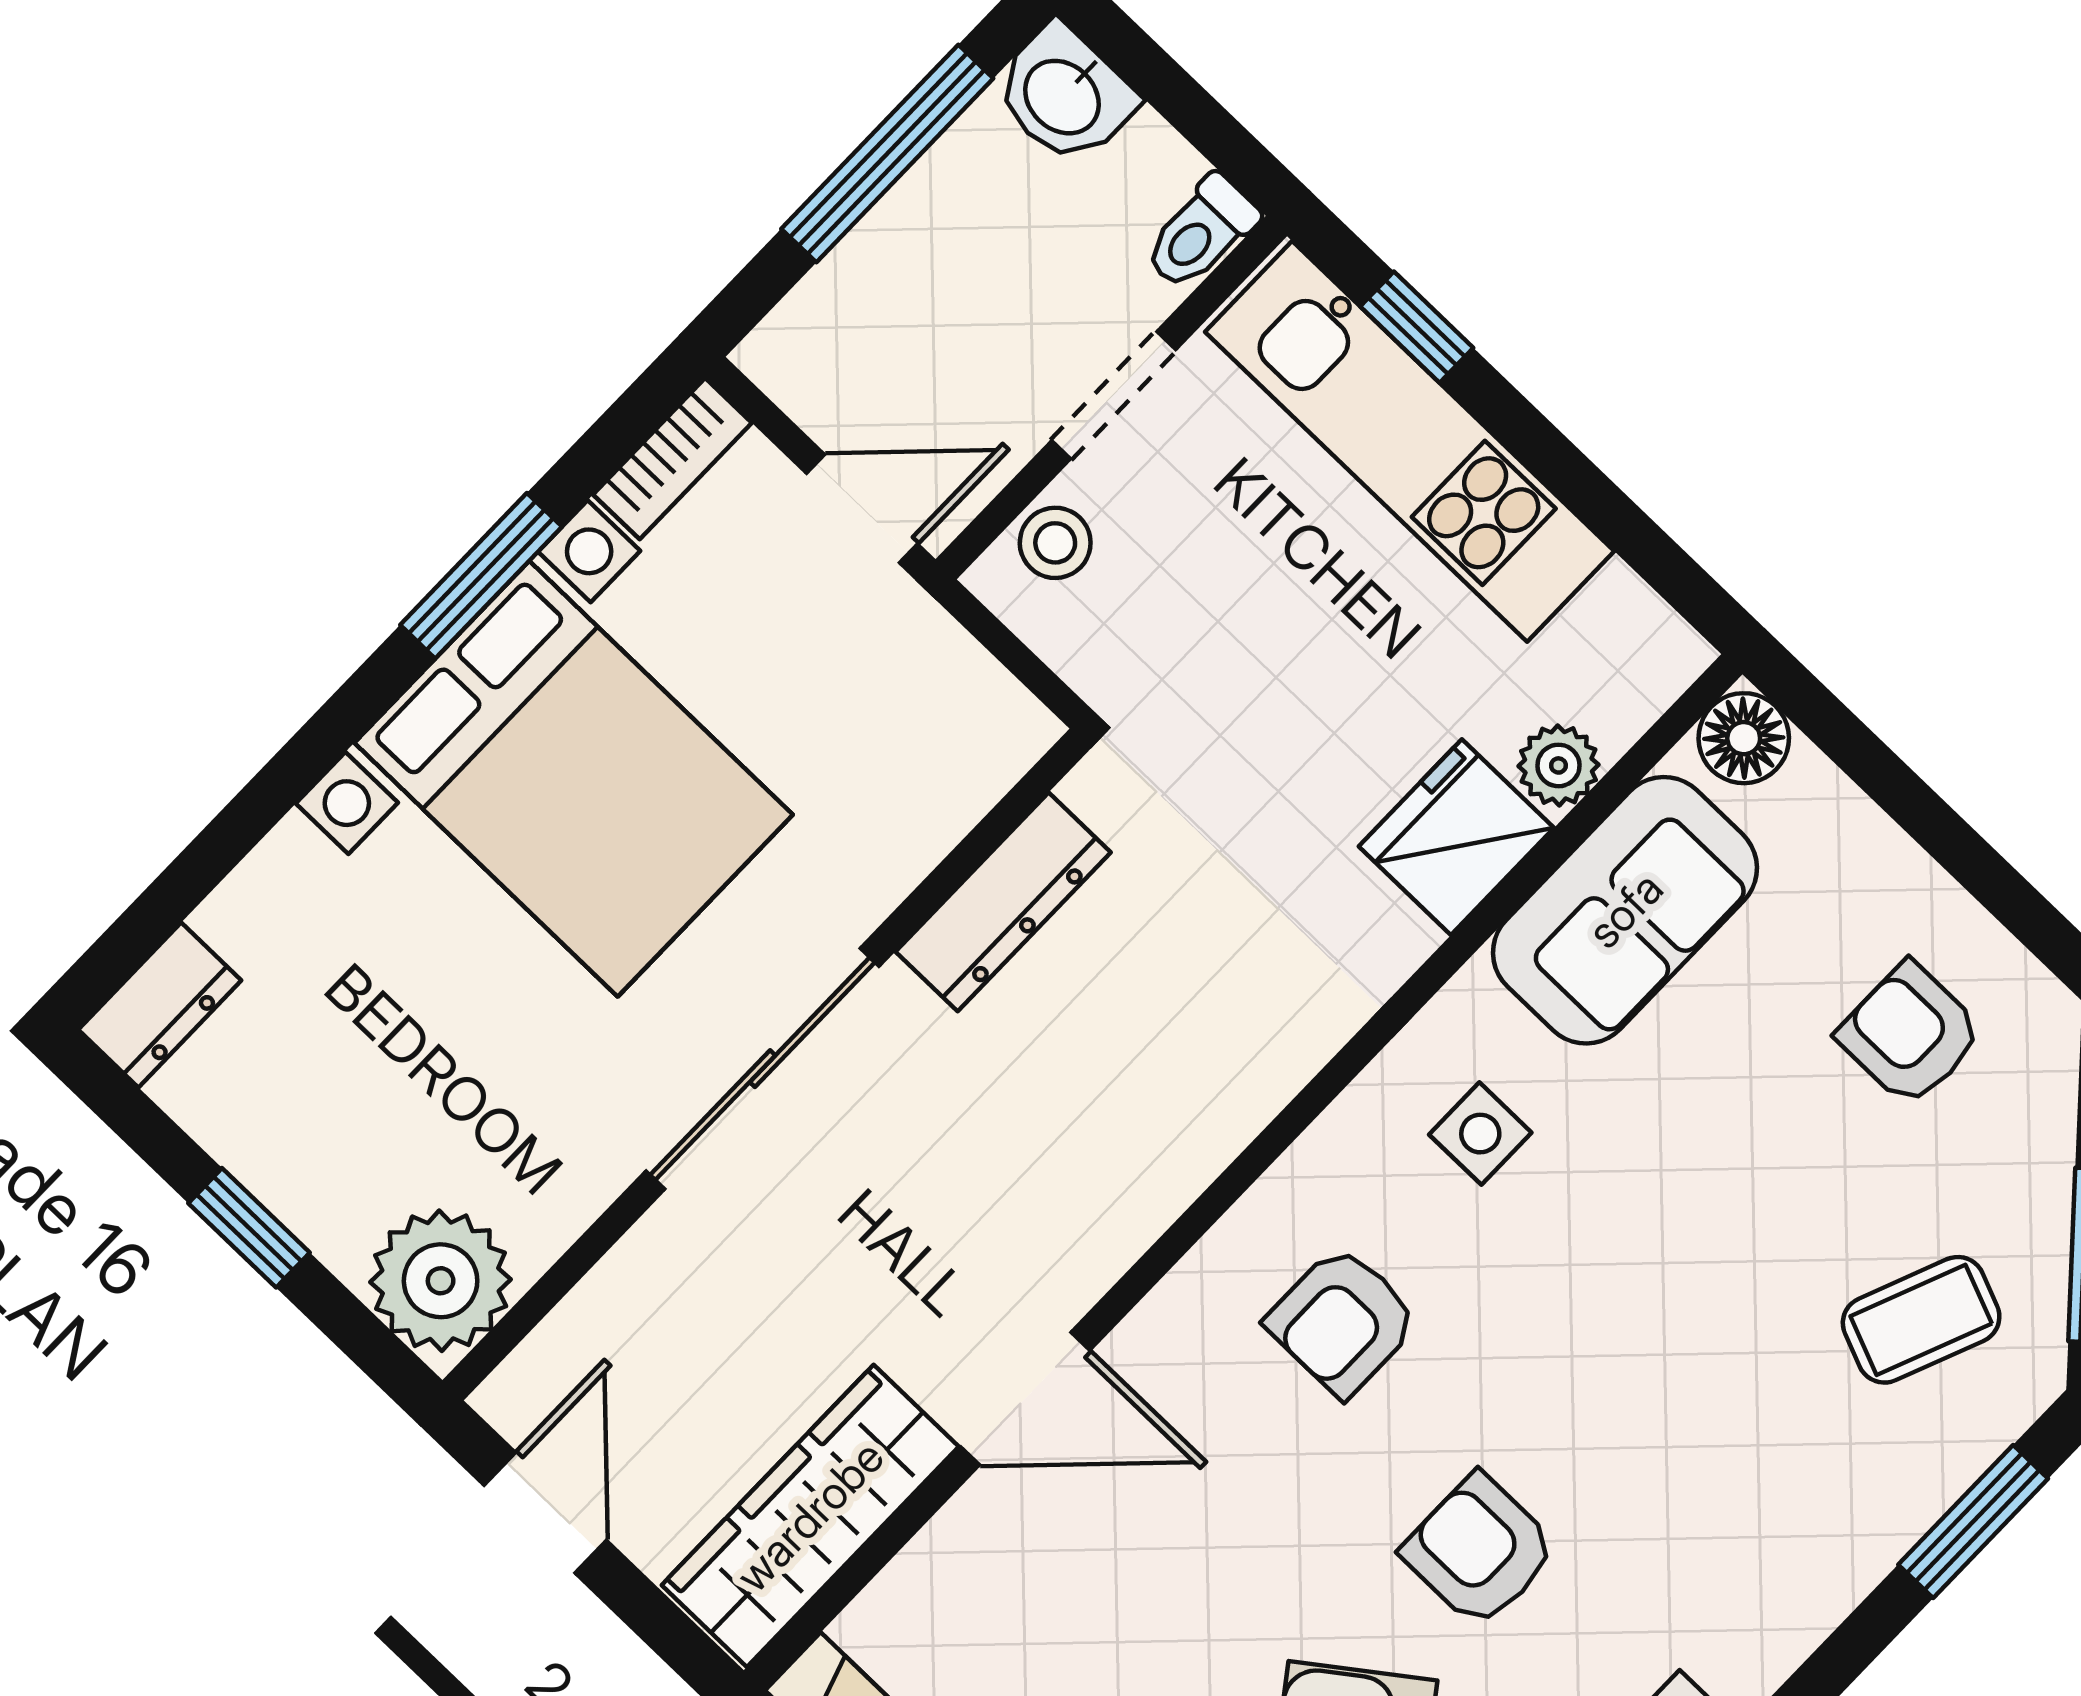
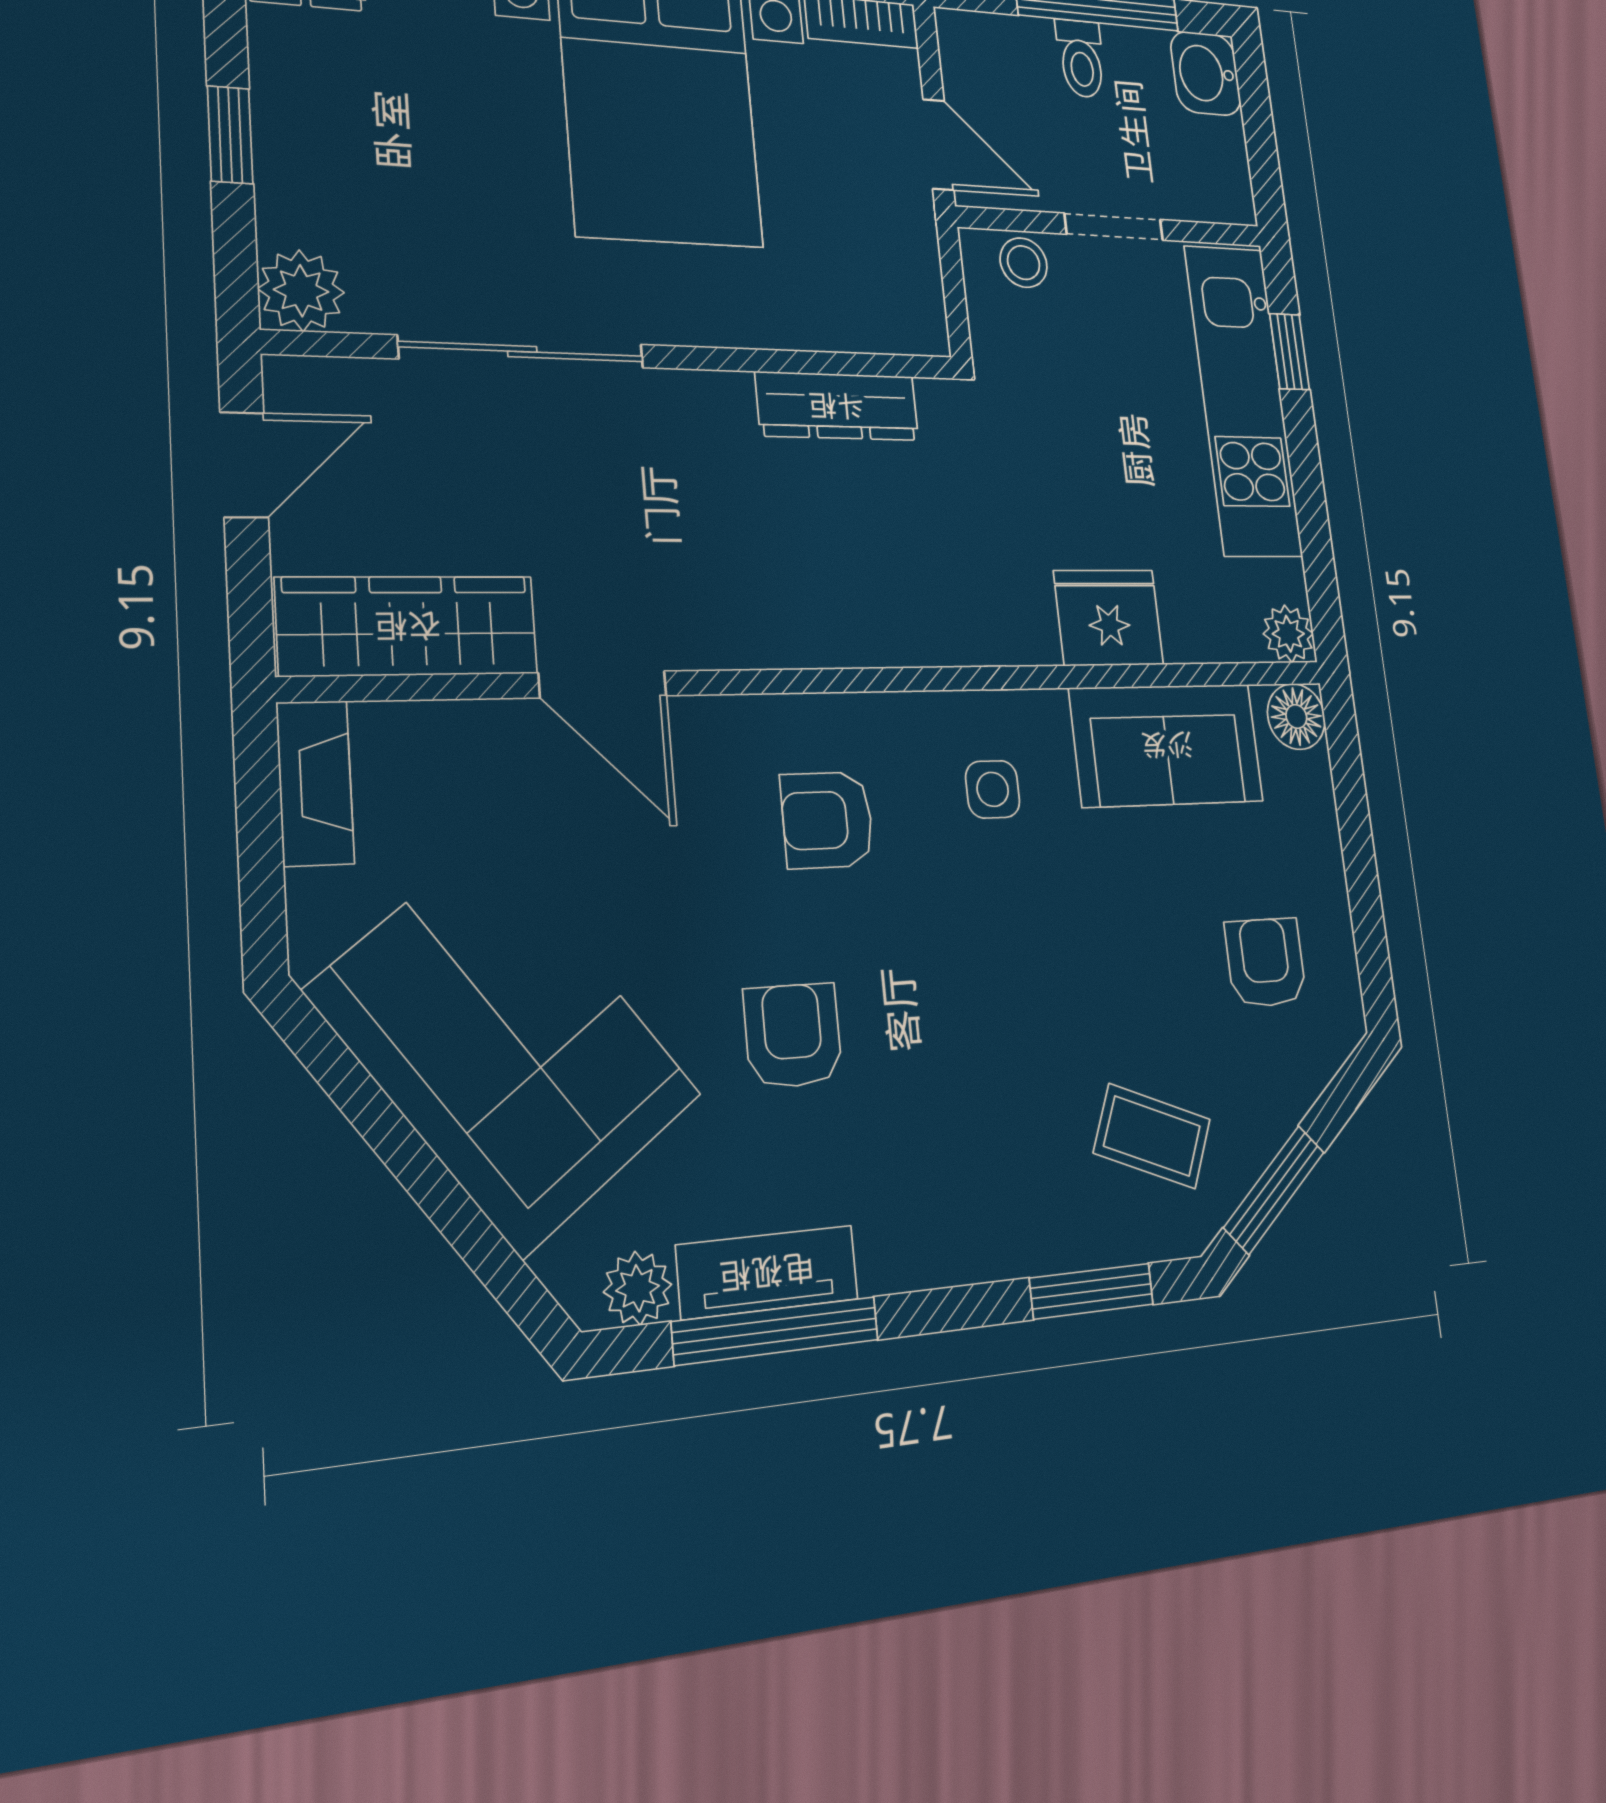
toilet: (1201, 233) -> (1081, 59), moved, turned -90
plant: (1558, 765) -> (1288, 634), moved
sliding door: (762, 1069) -> (522, 352), moved
plant: (441, 1281) -> (301, 291), width x0.73, depth x0.73

